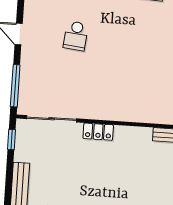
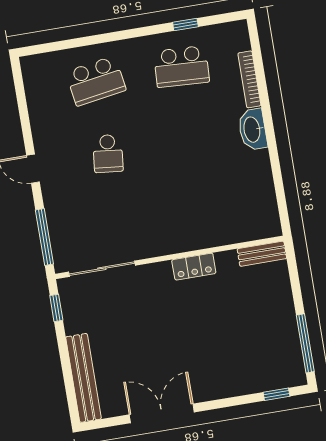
locker: (98, 132) -> (194, 267), moved

